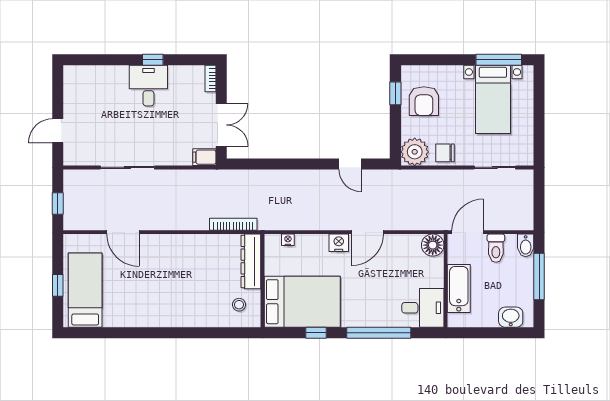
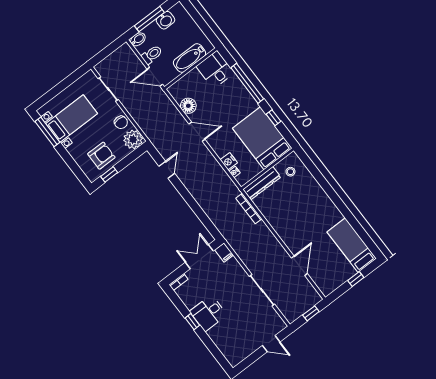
nightstand: (339, 243) -> (229, 161), moved
floor lamp: (433, 245) -> (188, 106), moved
bed: (85, 290) -> (352, 245), moved, turned 90
washbasin: (511, 317) -> (165, 20), moved, turned -90

